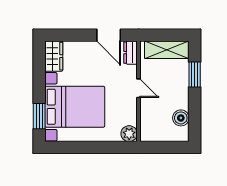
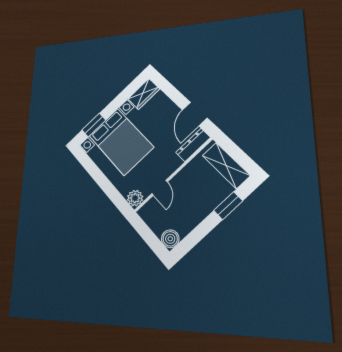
dresser: (131, 53) -> (193, 145), width x1.44
door: (139, 88) -> (160, 188), moved
boiler: (181, 118) -> (170, 239), moved

